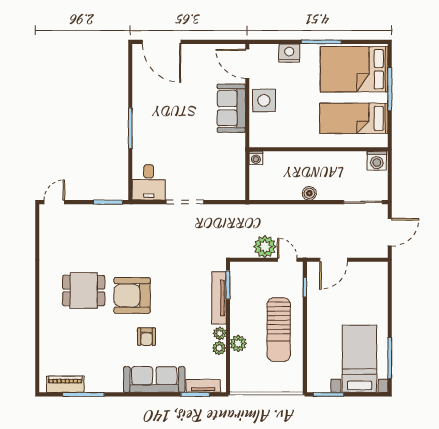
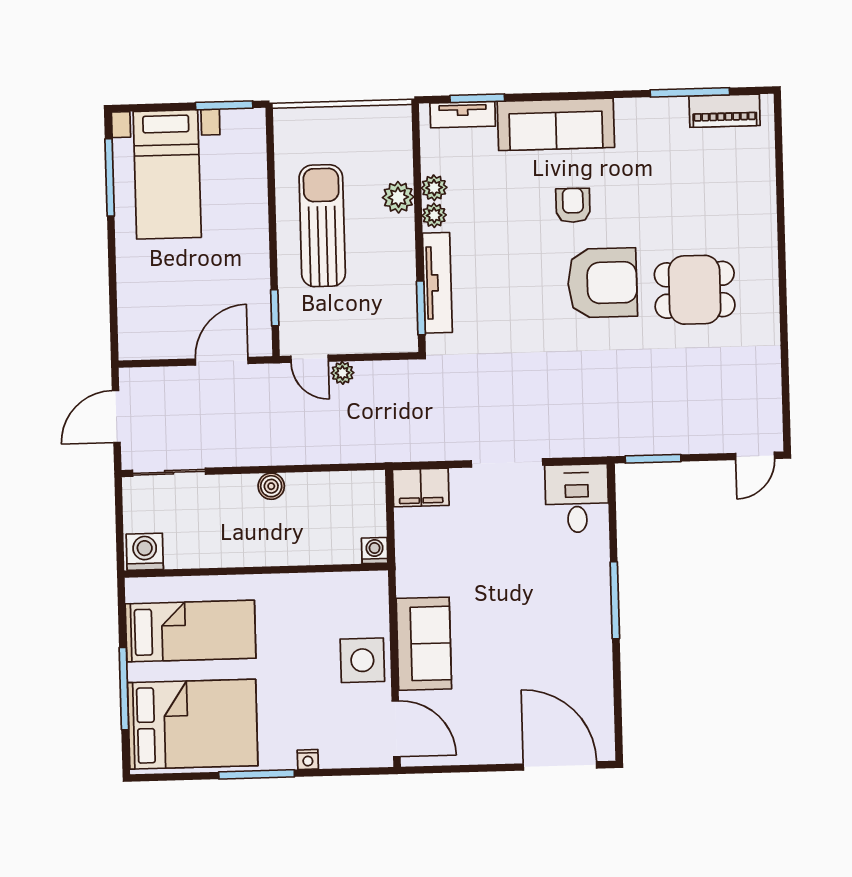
nightstand: (289, 53) -> (308, 760), width x0.53, depth x0.56
filing cabinet: (231, 190) -> (421, 487), added
plant: (265, 247) -> (342, 373), width x0.53, depth x0.53

